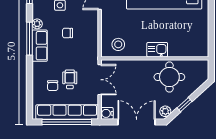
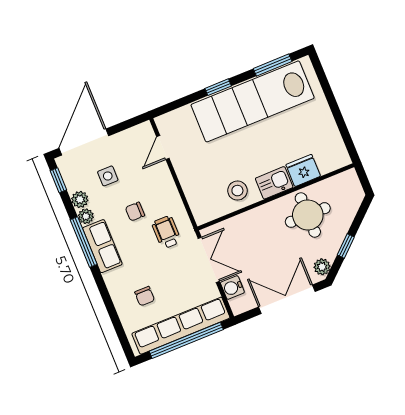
plant: (38, 12) -> (80, 199), added
stool: (118, 44) -> (237, 191), moved
fridge: (177, 49) -> (303, 170), added
wheelchair: (70, 79) -> (166, 232), moved
water cooler: (107, 113) -> (232, 288), moved

